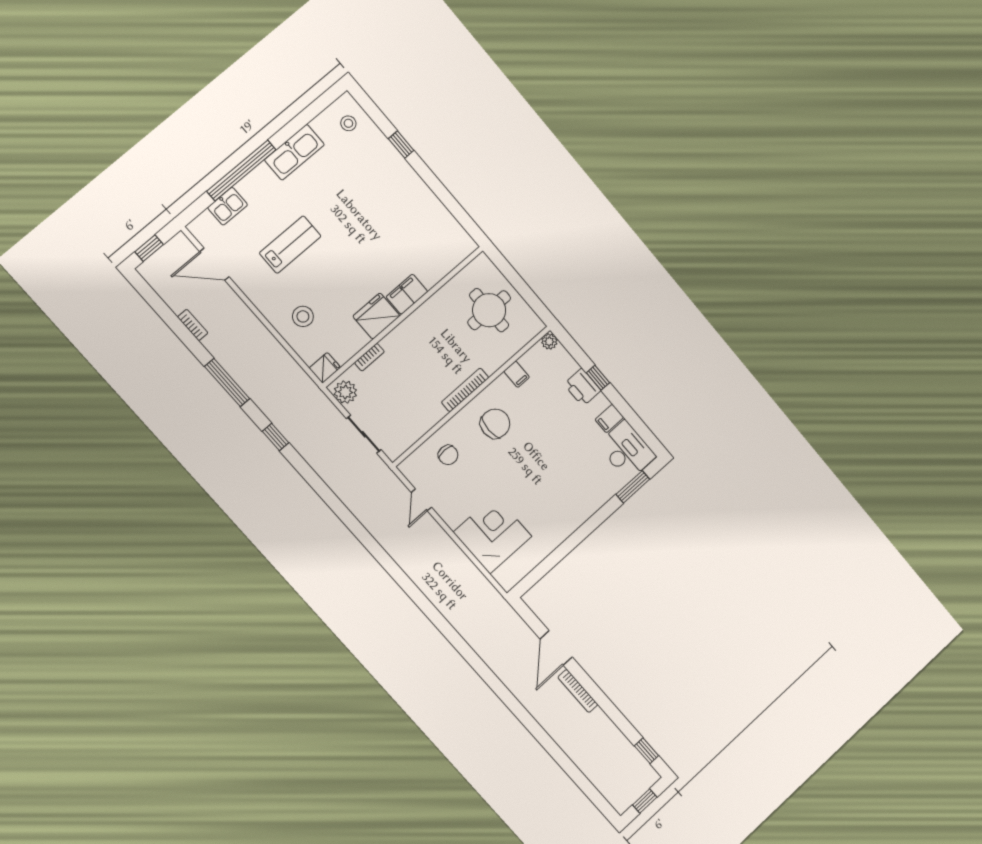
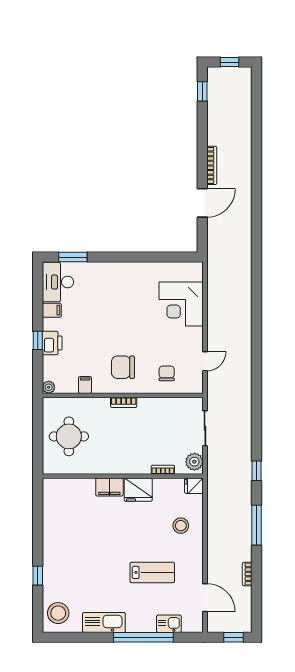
stool: (348, 123) -> (58, 613), width x1.89, depth x1.89
lab bench: (290, 245) -> (152, 572), turned 180
bookcase: (465, 390) -> (124, 402), width x0.64

